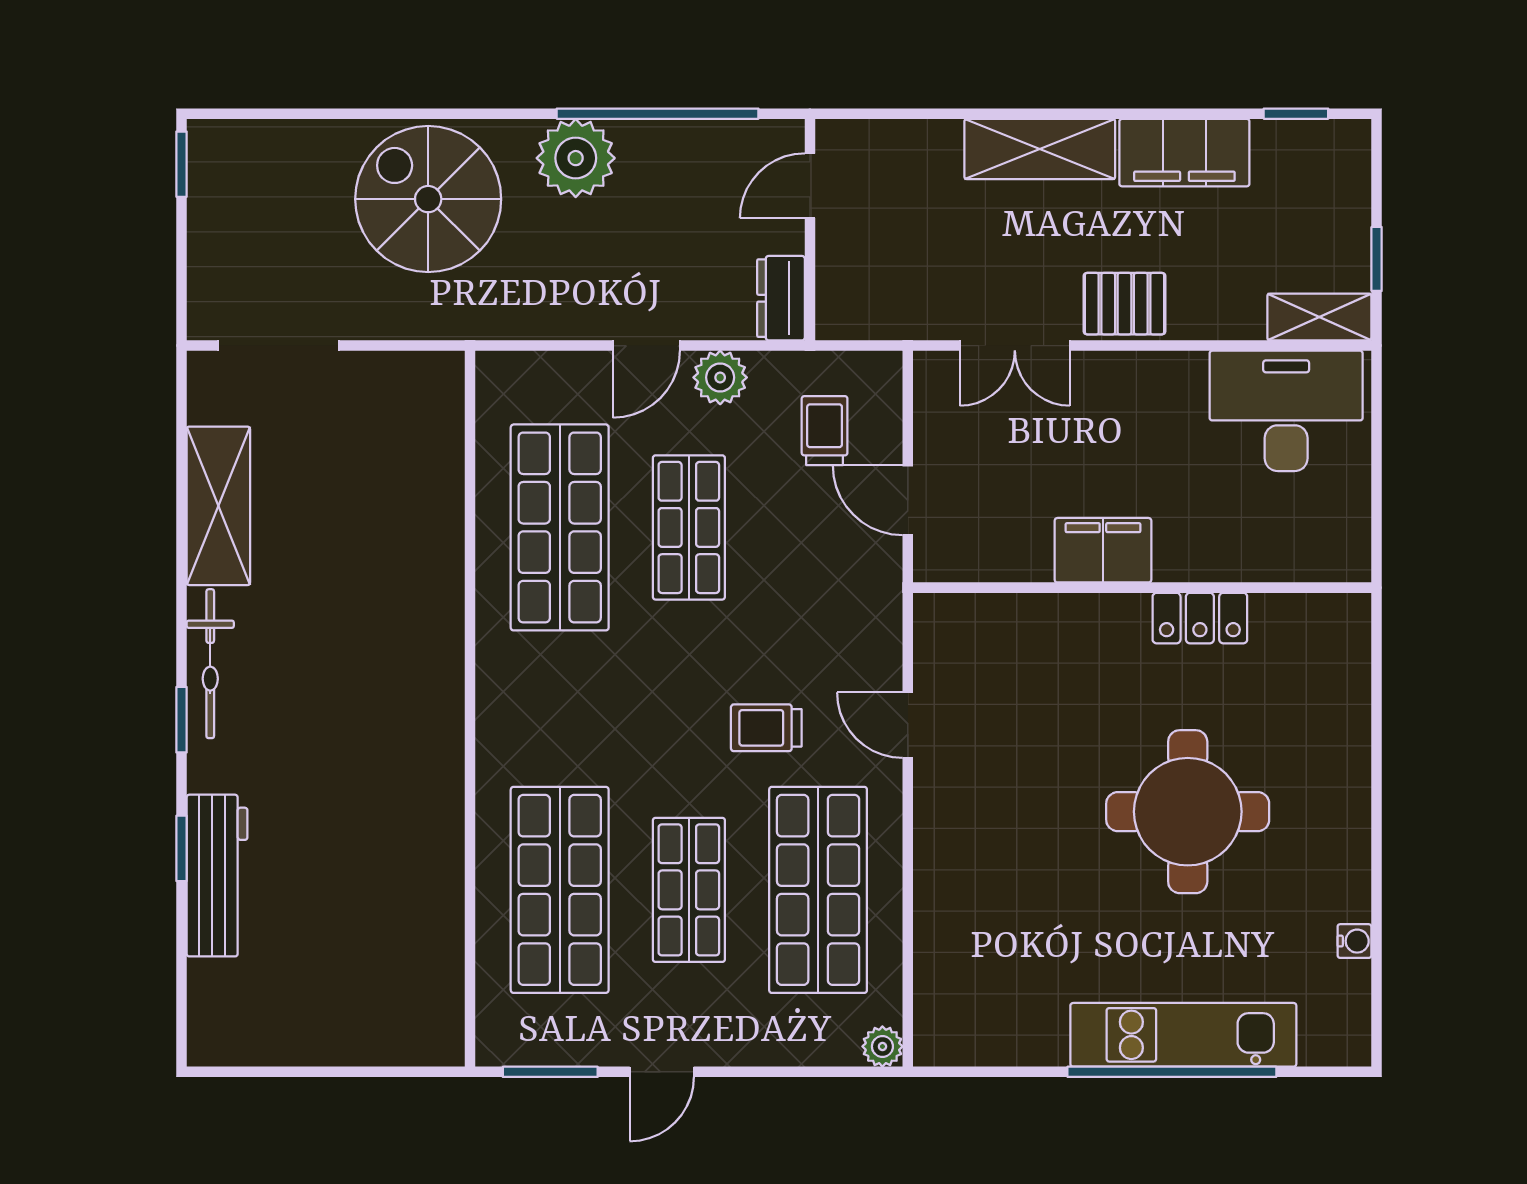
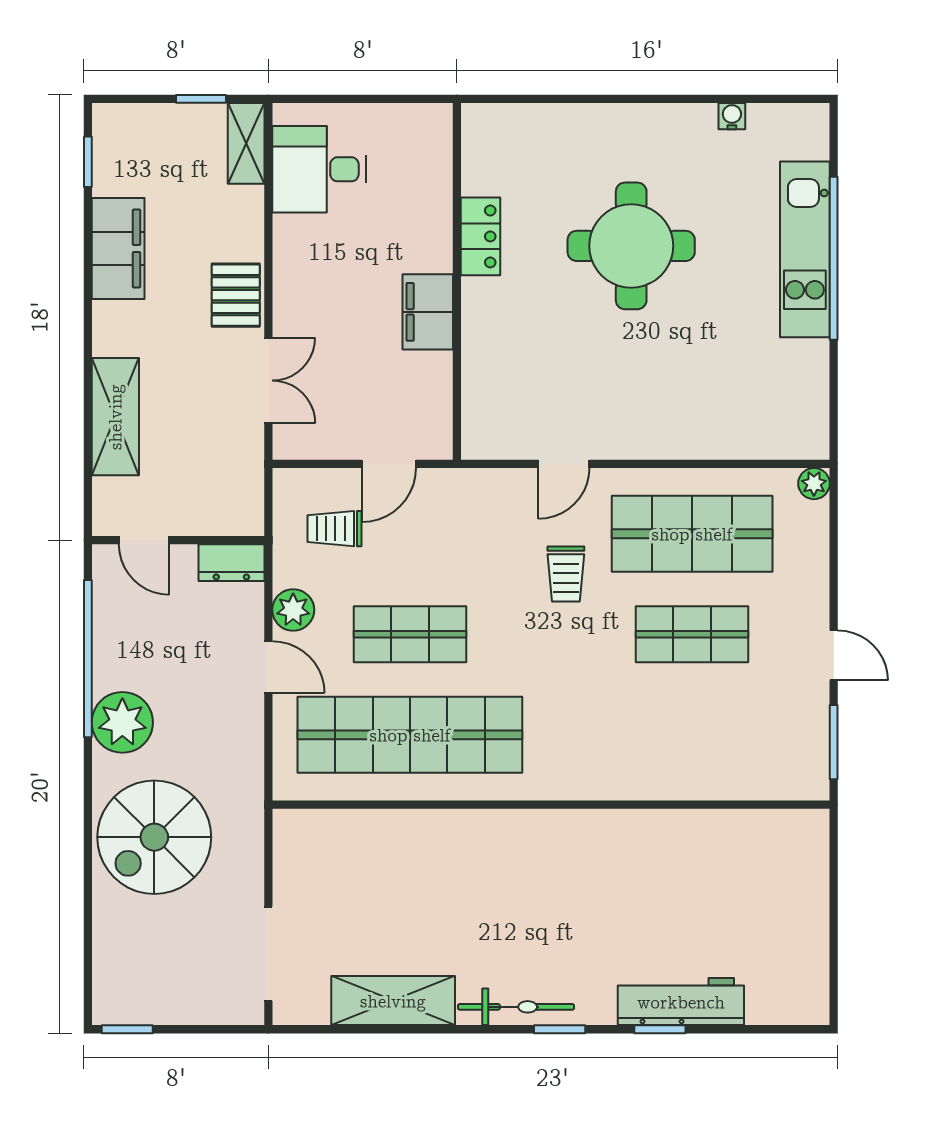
shelving: (1040, 149) -> (115, 417), moved
desk: (1286, 411) -> (319, 169), width x0.73
shop shelf: (560, 527) -> (410, 735), width x1.40
shop shelf: (560, 890) -> (692, 735), removed

